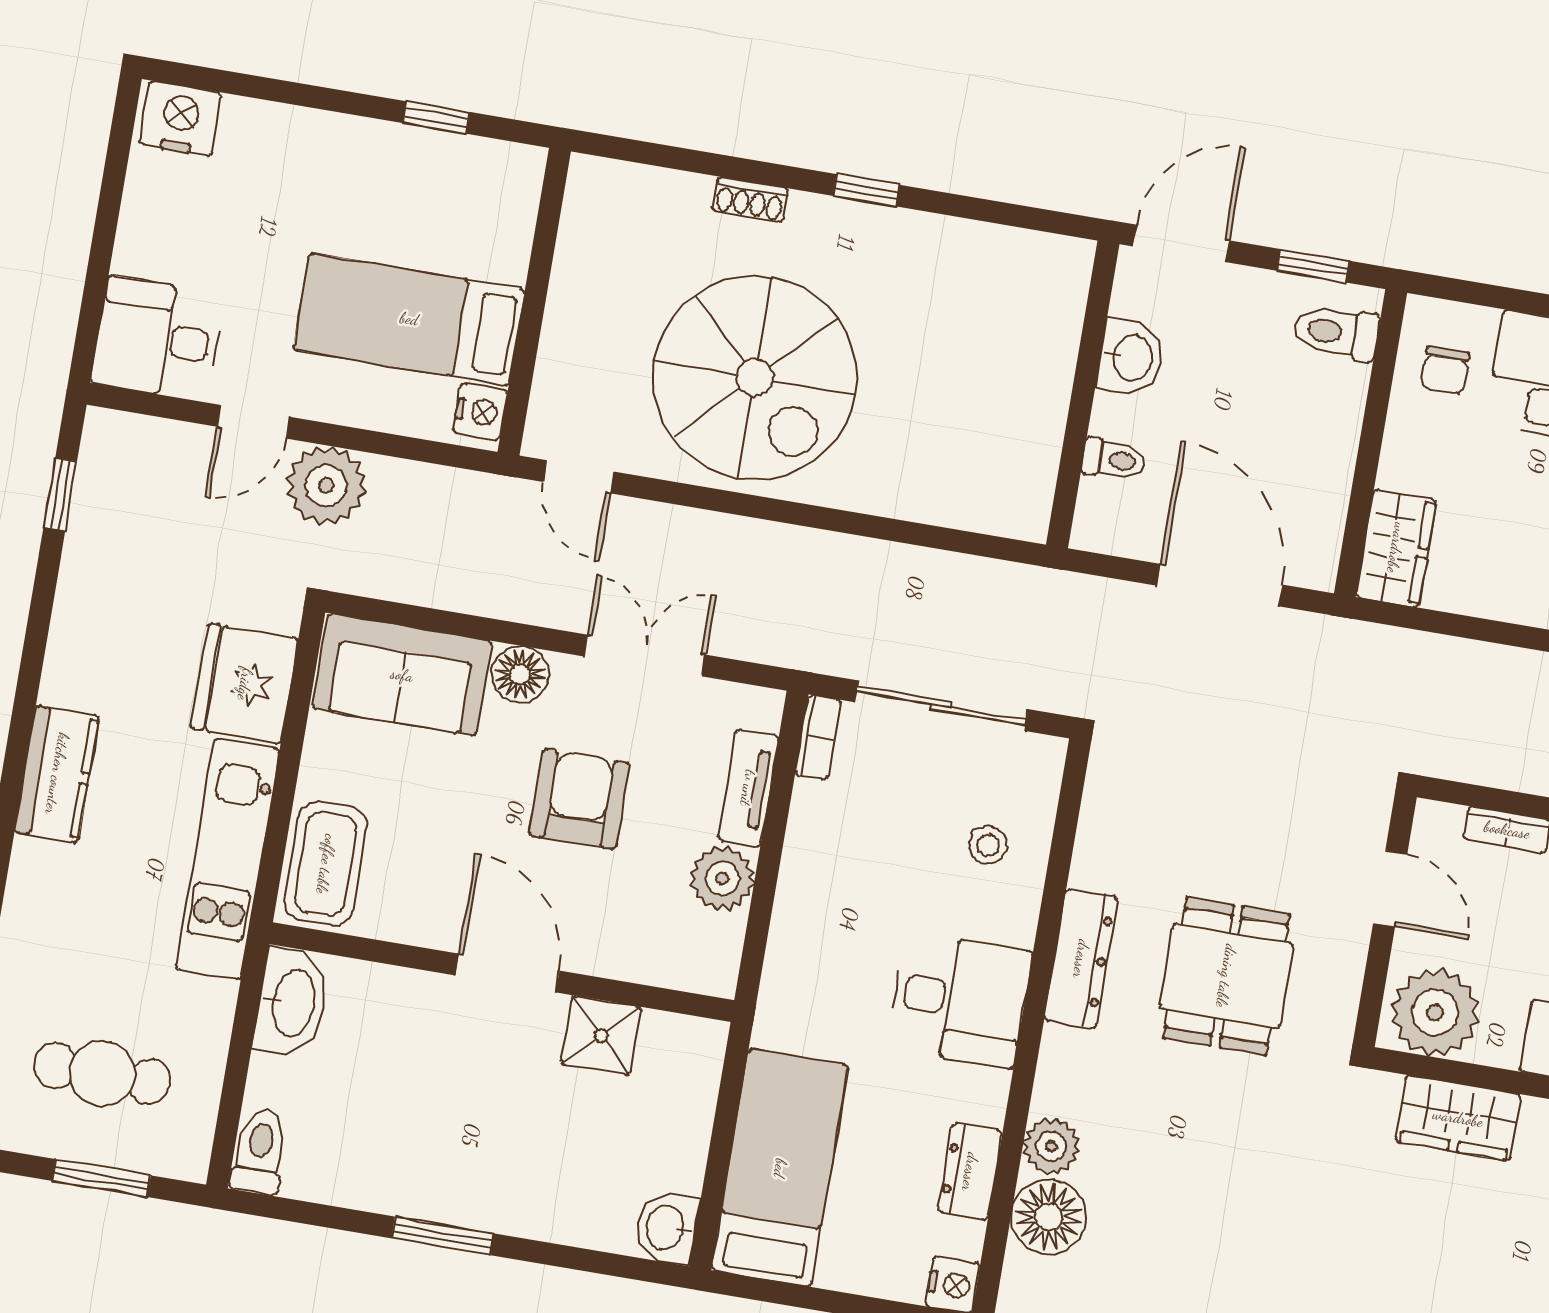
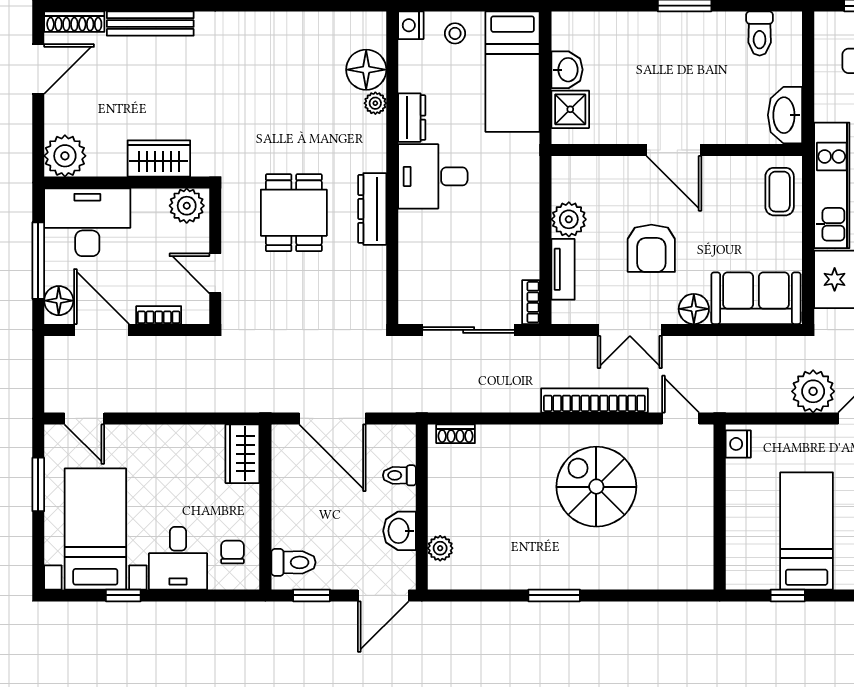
window: (866, 190) -> (554, 595), width x1.50
shoe rack: (750, 200) -> (456, 434), moved, turned 180
plant: (1062, 313) -> (440, 548), added
bed: (409, 319) -> (807, 531), moved, turned -90
spiral stairs: (755, 378) -> (596, 487), width x0.73, depth x0.73
bookcase: (731, 537) -> (594, 400), added
stool: (988, 845) -> (455, 33), moved
coffee table: (326, 864) -> (780, 192), width x0.73, depth x0.77
plant: (1435, 1013) -> (187, 206), width x0.73, depth x0.73
shower: (601, 1036) -> (570, 109), moved
plant: (1051, 1146) -> (375, 103), width x0.73, depth x0.73
toilet: (259, 1152) -> (760, 33), moved
dresser: (970, 1172) -> (412, 118), moved
washbasin: (666, 1228) -> (567, 70), moved

